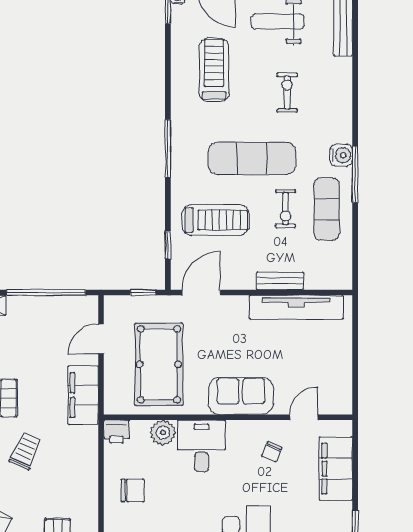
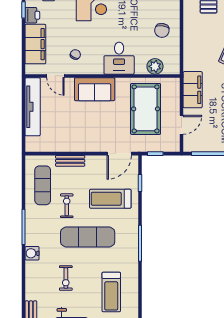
water cooler: (341, 155) -> (32, 253), moved
exercise mat: (327, 209) -> (43, 185), moved
tv unit: (296, 307) -> (33, 107), moved, turned 90
door: (304, 417) -> (55, 76), hinge flipped
printer: (117, 432) -> (32, 15), moved, turned 90
plant: (163, 433) -> (155, 66), moved
chair: (133, 490) -> (162, 30), turned -82

